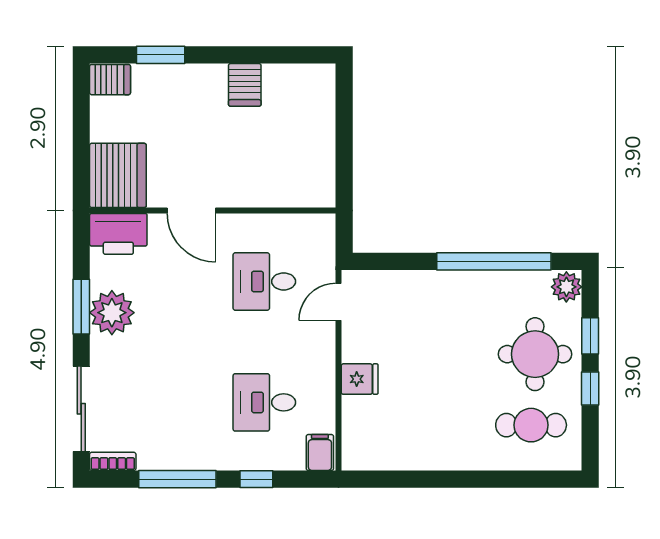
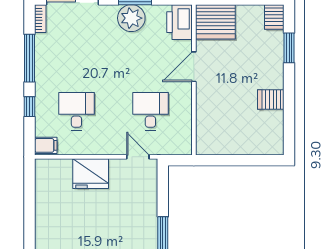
fridge: (360, 379) -> (91, 174), width x1.88, depth x1.34

